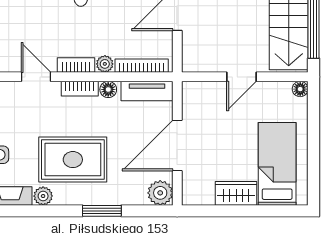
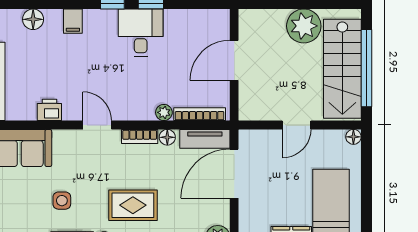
bookcase: (76, 65) -> (136, 114), removed
door: (177, 145) -> (234, 174), moved
rug: (73, 160) -> (133, 205), width x0.73, depth x0.70

